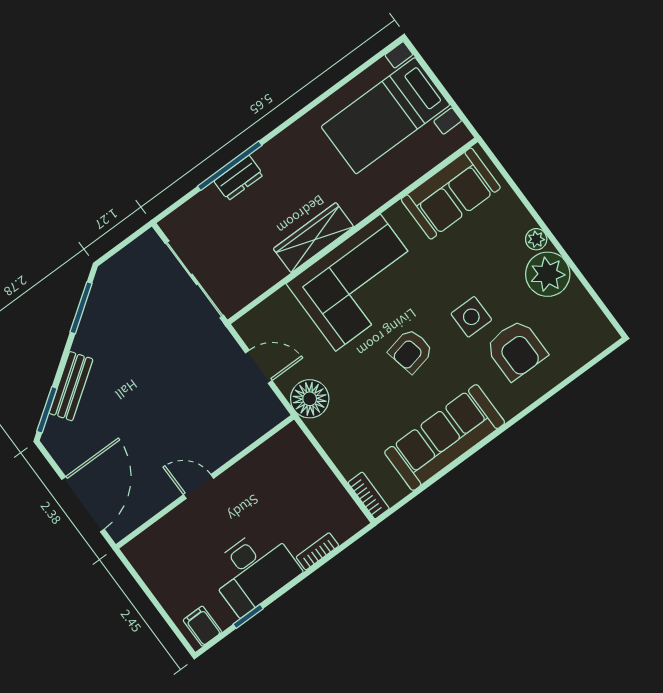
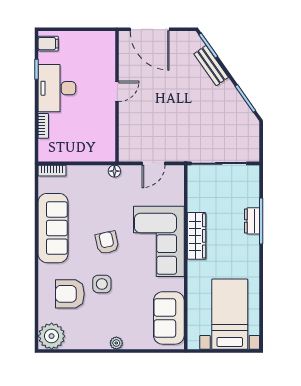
plant: (548, 274) -> (52, 336), moved
floor lamp: (310, 399) -> (114, 171), width x0.53, depth x0.53

